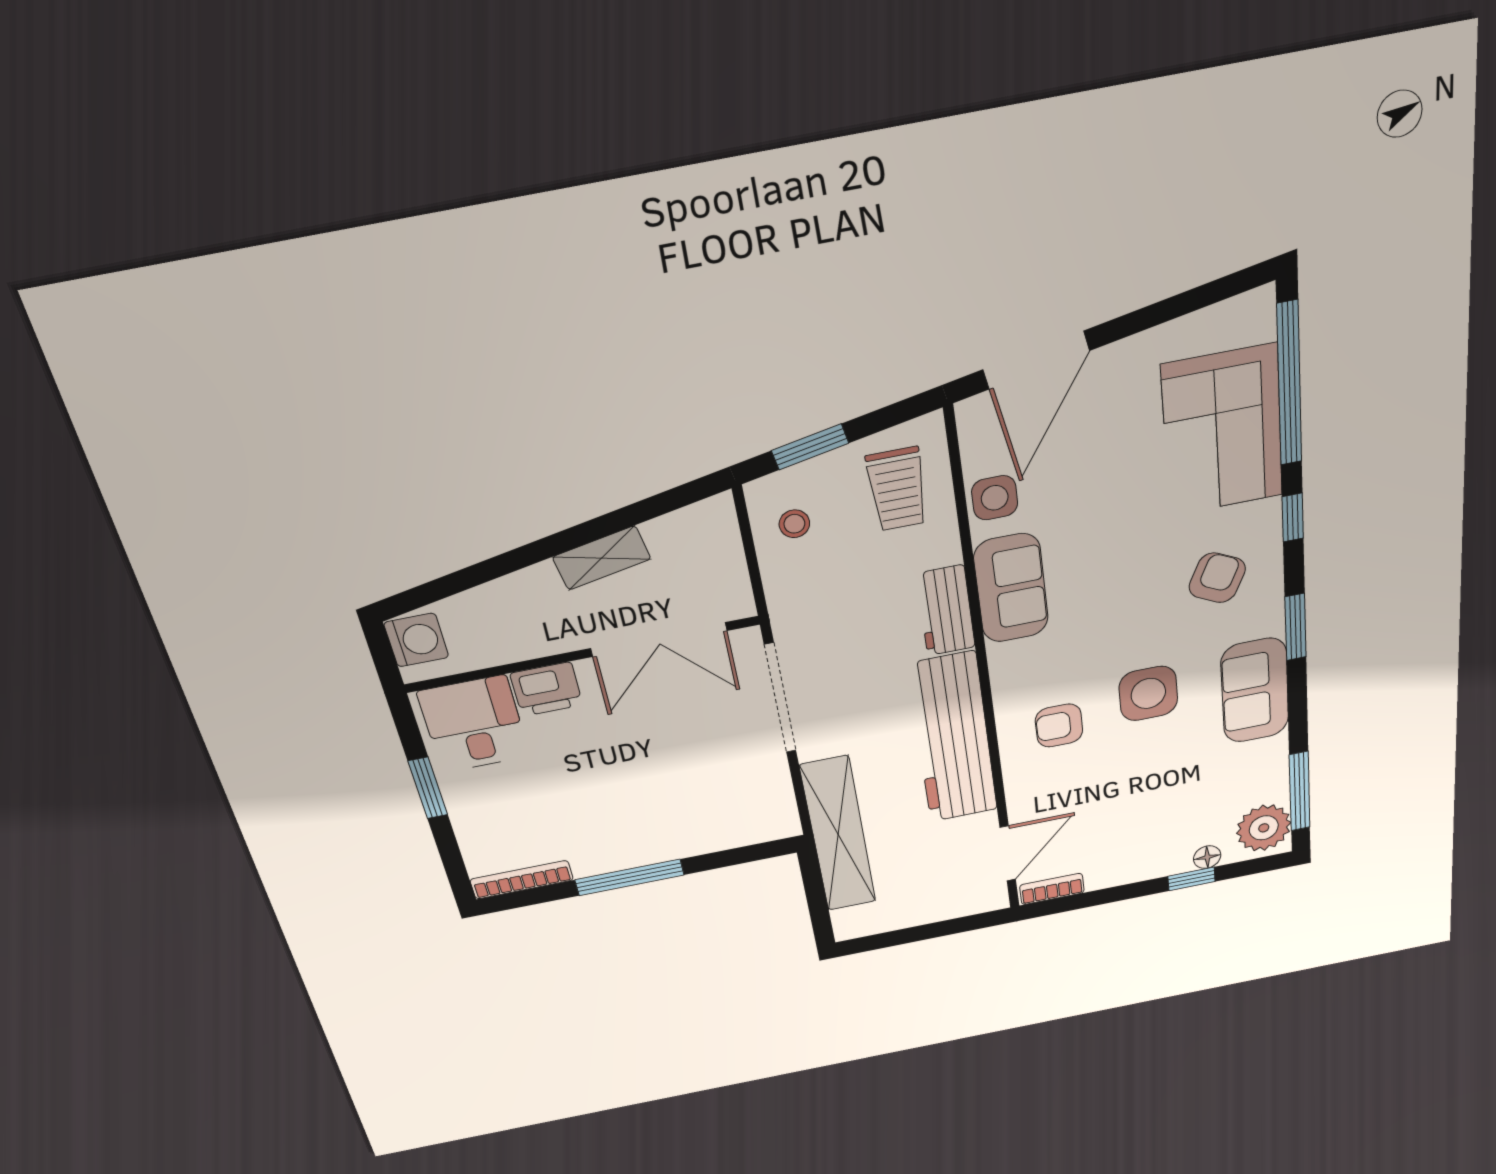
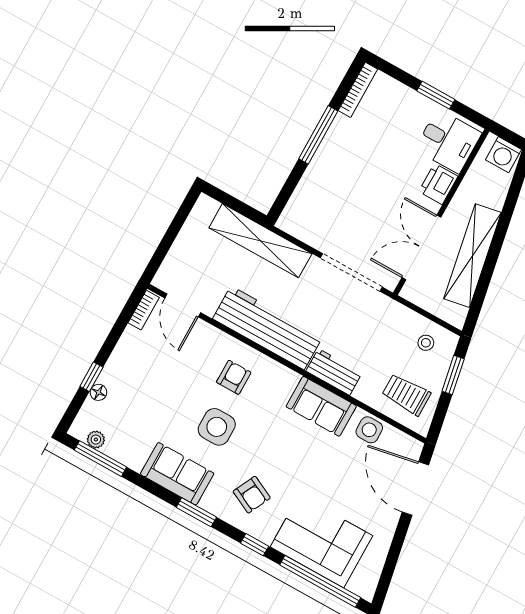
shelving: (602, 558) -> (472, 256), width x2.20, depth x1.33
plant: (1264, 828) -> (96, 440), width x0.53, depth x0.53

